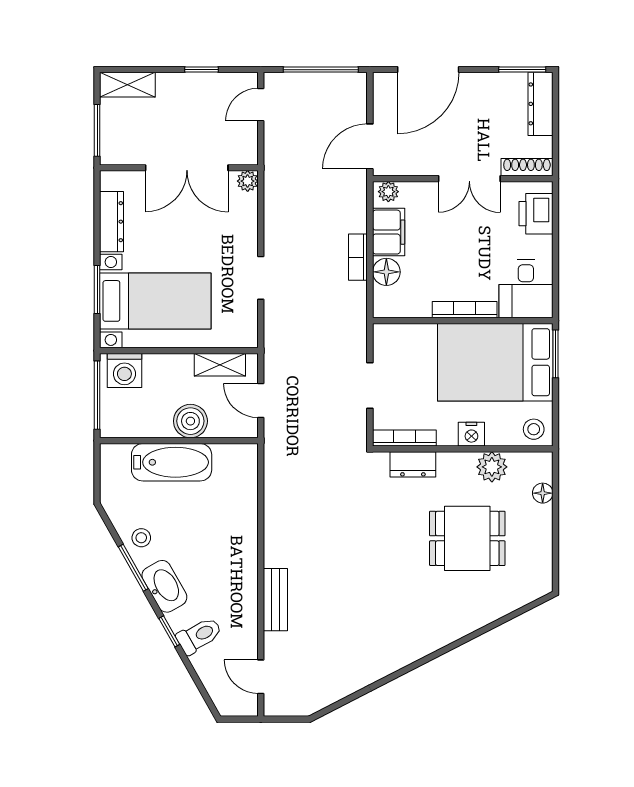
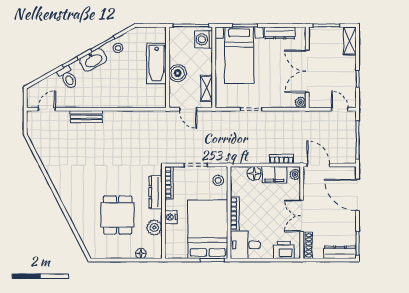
bookcase: (358, 257) -> (281, 159), moved
door: (261, 400) -> (188, 109), swing flipped
stool: (534, 429) -> (218, 180), moved
dresser: (413, 464) -> (156, 192), width x1.44

